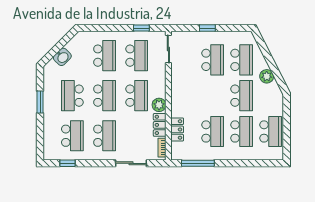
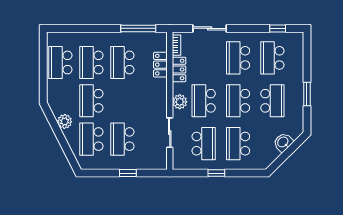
window: (141, 28) -> (216, 173), moved
sliding door: (168, 49) -> (170, 133), moved
school desk: (137, 56) -> (204, 144), turned 180
plant: (159, 105) -> (180, 102), moved

